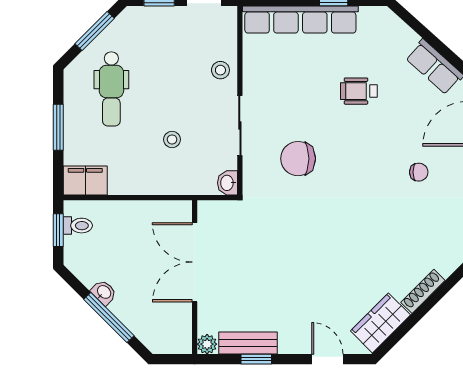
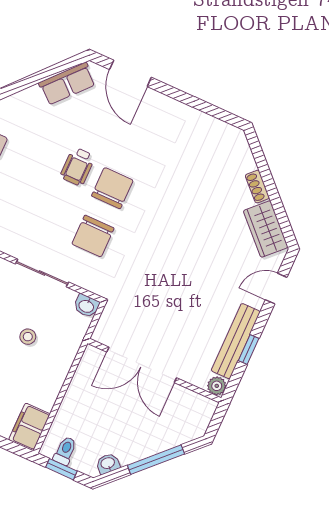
wheelchair: (359, 91) -> (78, 167), moved
chair: (419, 172) -> (112, 188), moved, width x1.87, depth x1.87
shoe rack: (423, 291) -> (257, 187), width x0.70
washbasin: (104, 292) -> (108, 464), moved
bench: (248, 343) -> (236, 341), width x1.36

